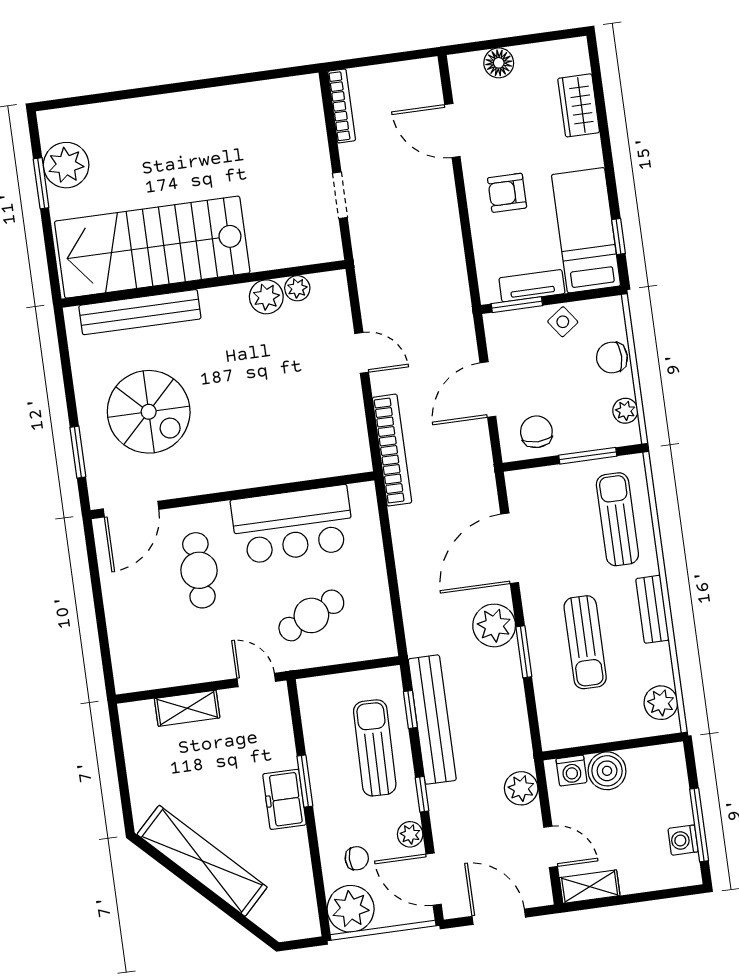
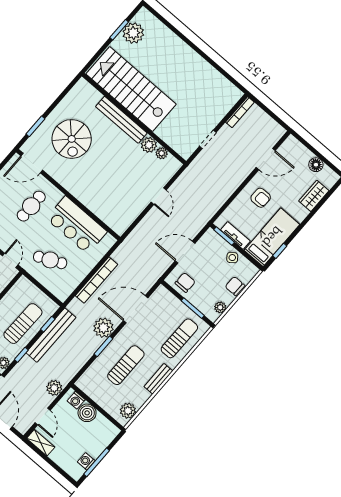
floor lamp: (499, 63) -> (316, 165), moved
door: (452, 130) -> (266, 159), swing flipped
armchair: (507, 193) -> (261, 198), turned 180
bench: (140, 312) -> (121, 120), moved
bookcase: (392, 450) -> (97, 280), moved
sun lounger: (585, 642) -> (126, 365), turned 180

